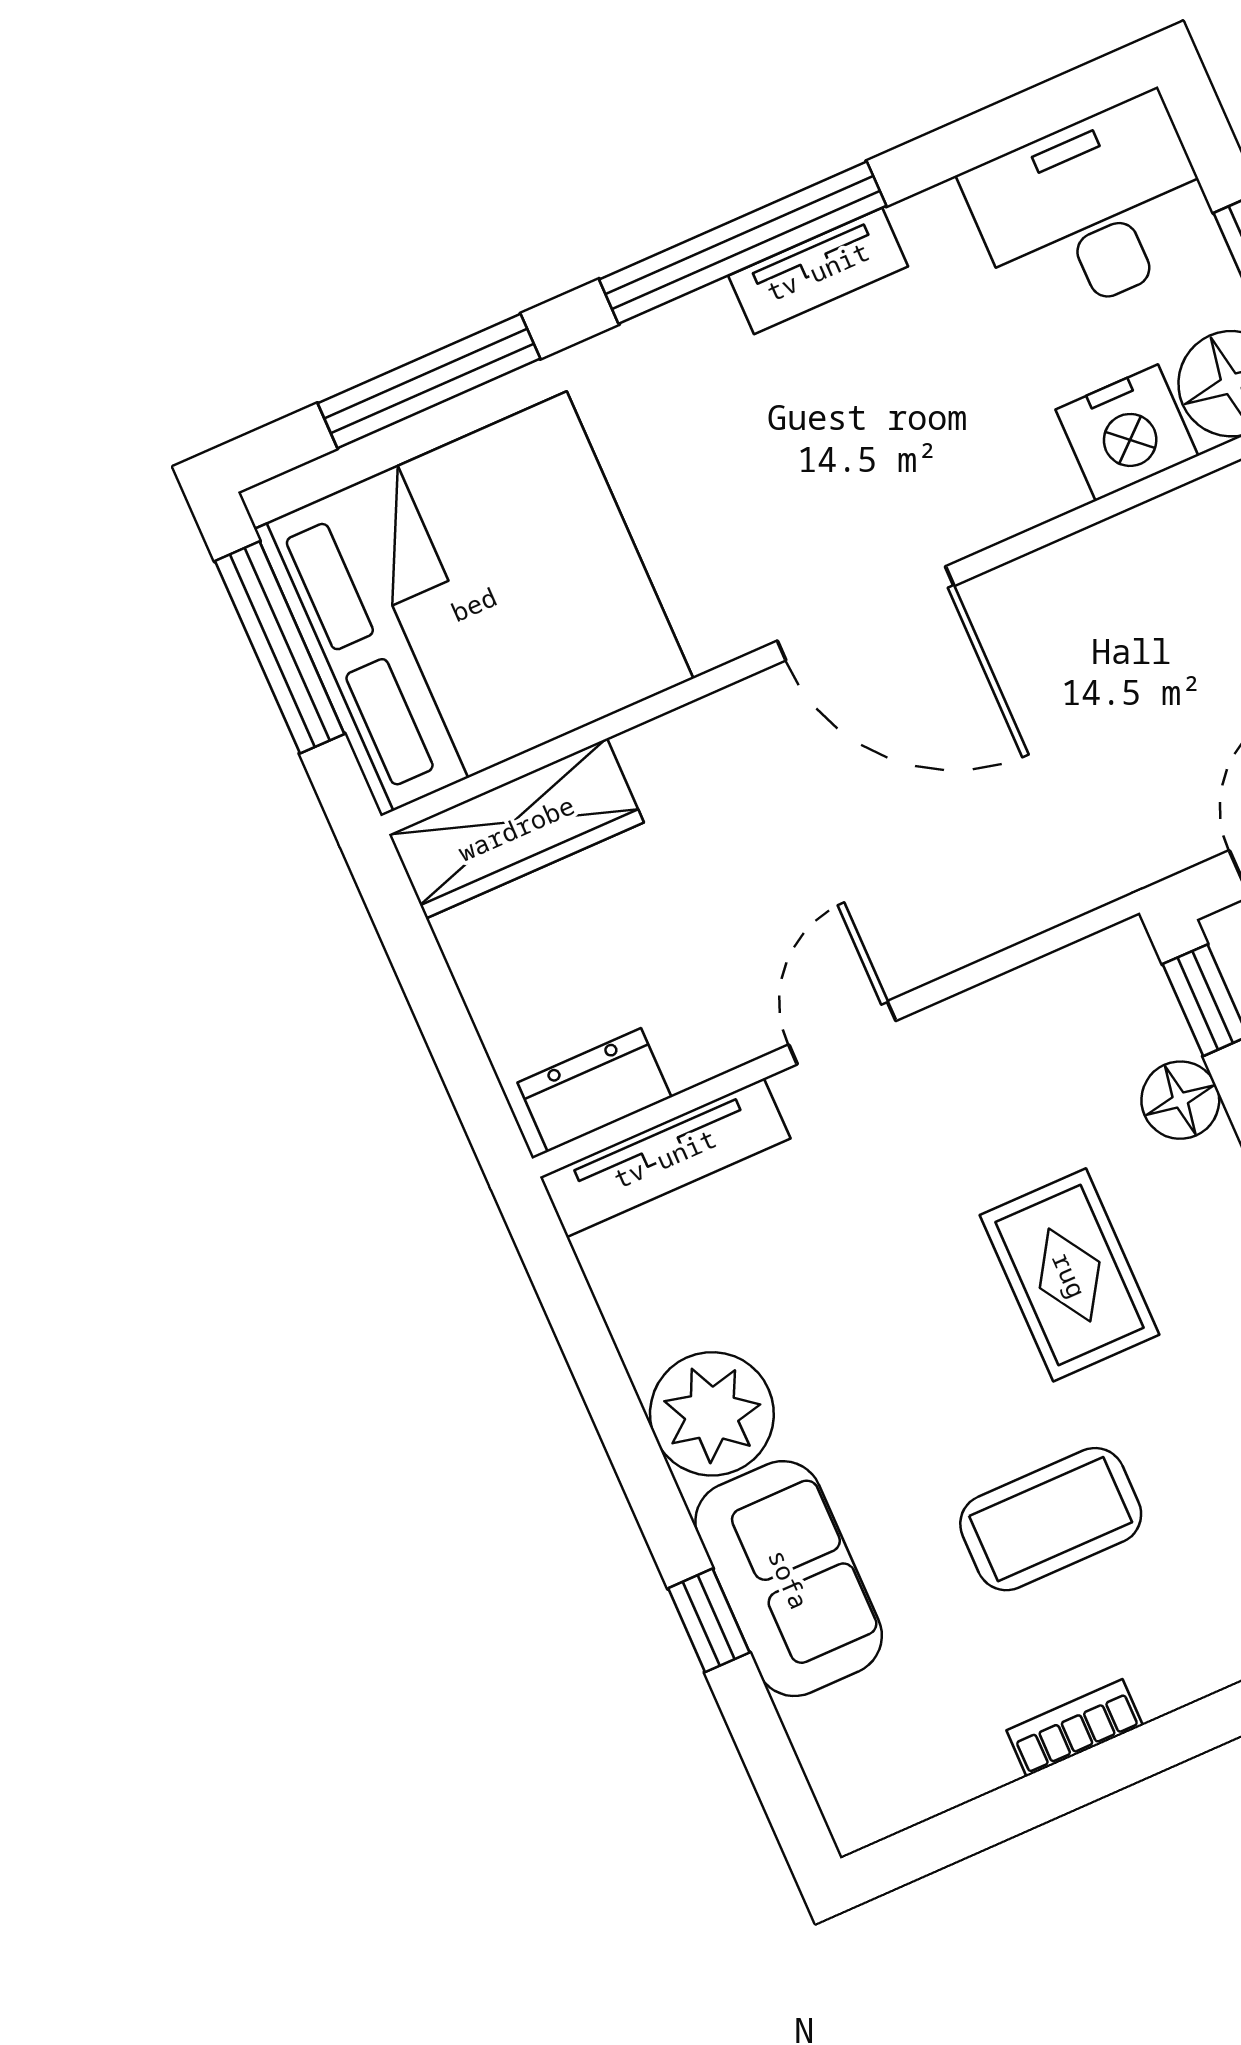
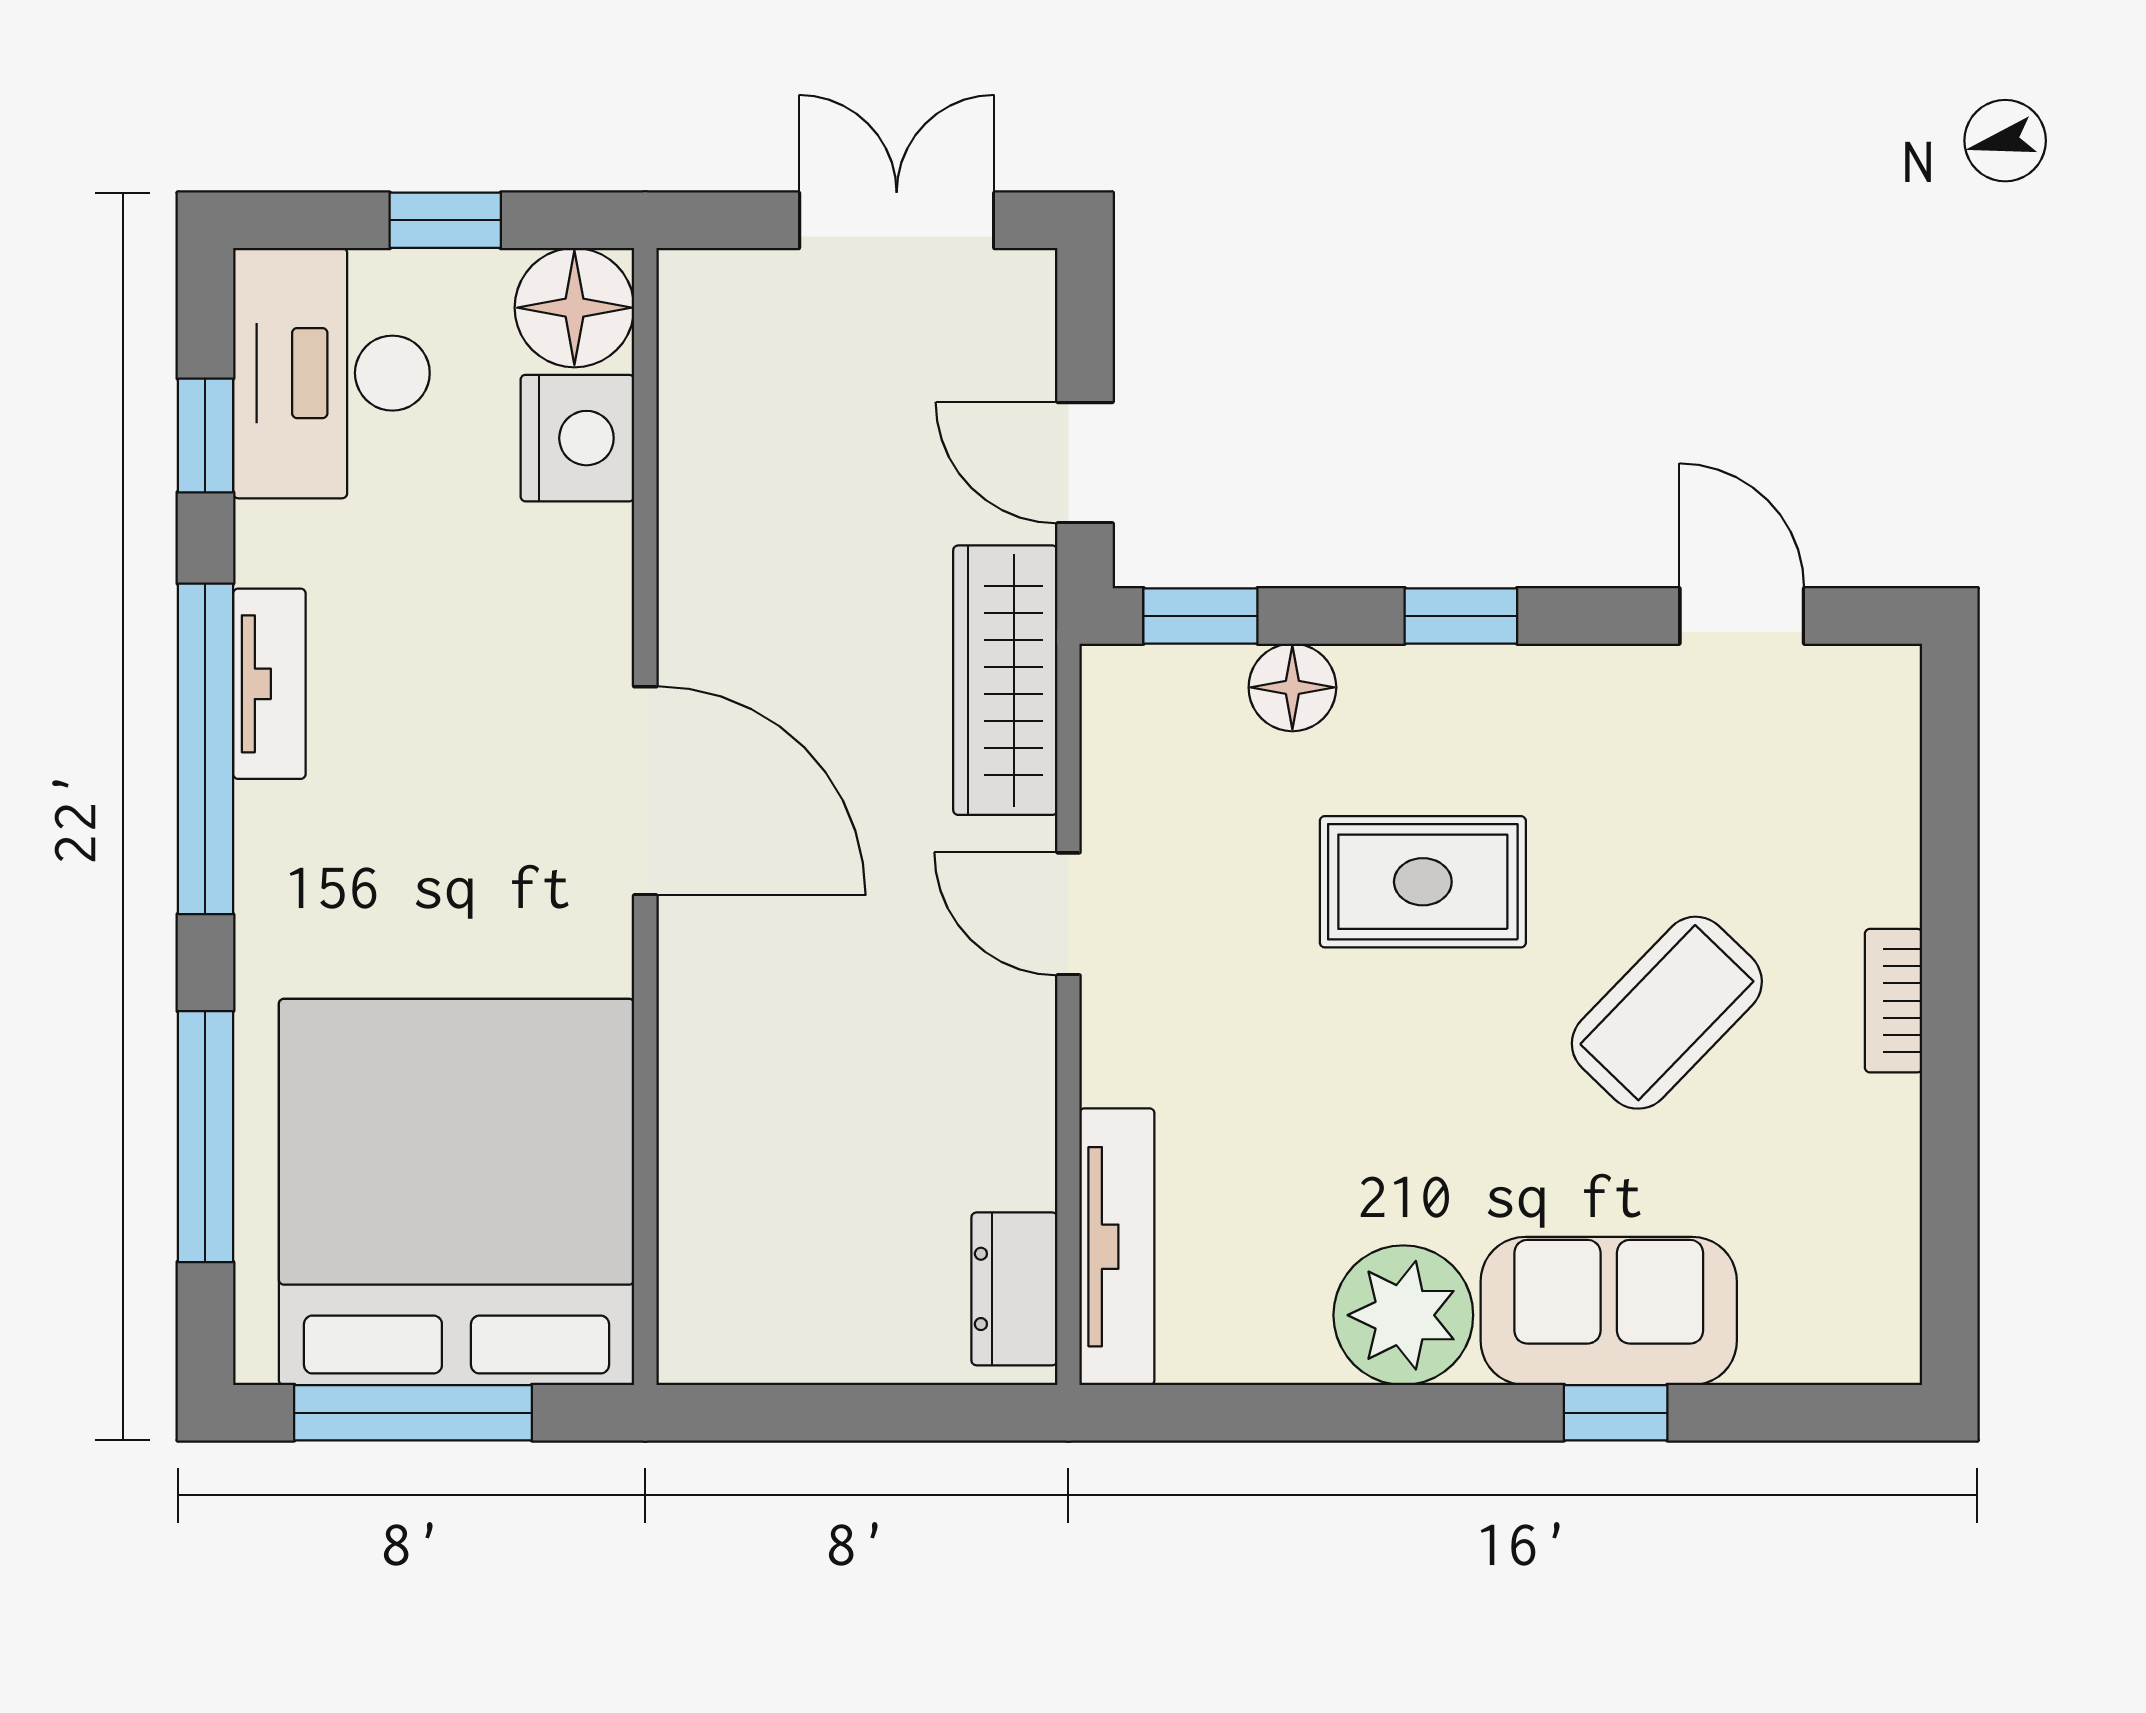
window: (996, 131) -> (205, 435), added
door: (866, 613) -> (645, 791), hinge flipped
wardrobe: (516, 828) -> (1005, 680), moved, turned 180
door: (842, 1033) -> (1068, 914), moved
coffee table: (1051, 1519) -> (1667, 1013), turned 44
bookcase: (1075, 1728) -> (1894, 1001), moved

